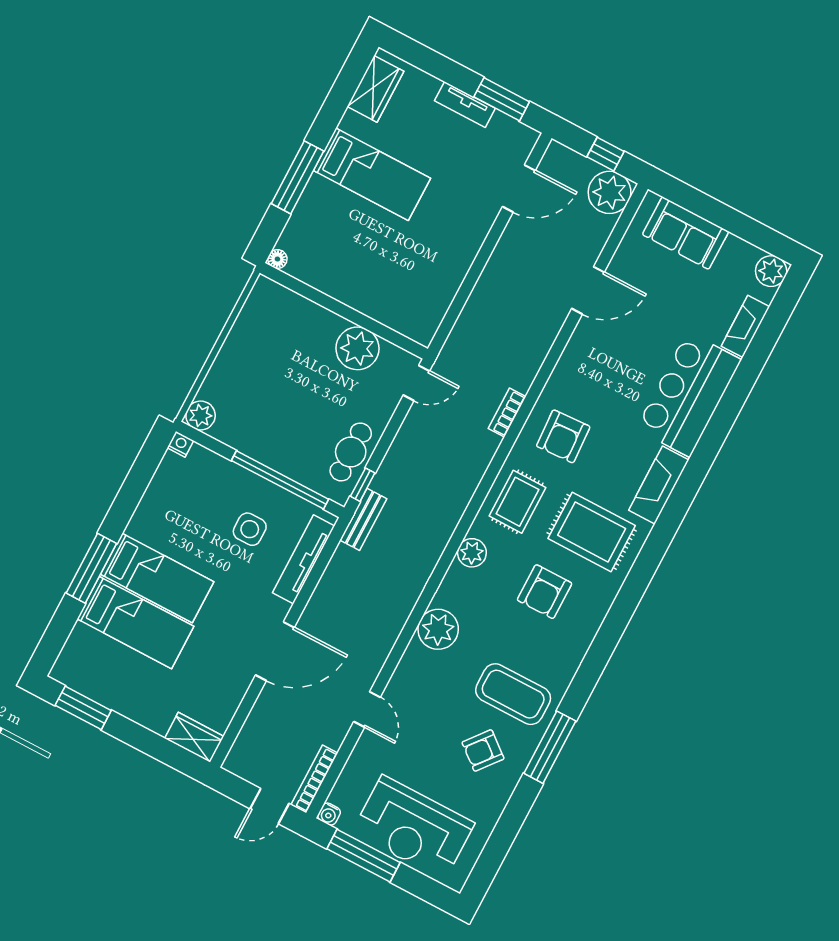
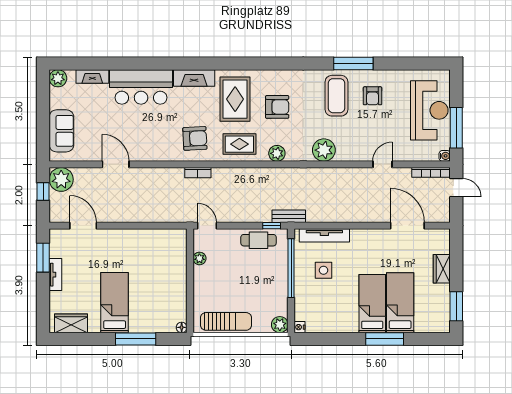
sun lounger: (250, 334) -> (226, 321), added
plant: (357, 348) -> (199, 258), width x0.53, depth x0.53
door: (275, 651) -> (407, 226), moved
wardrobe: (194, 737) -> (442, 269), moved
armchair: (483, 751) -> (373, 96), turned 51

